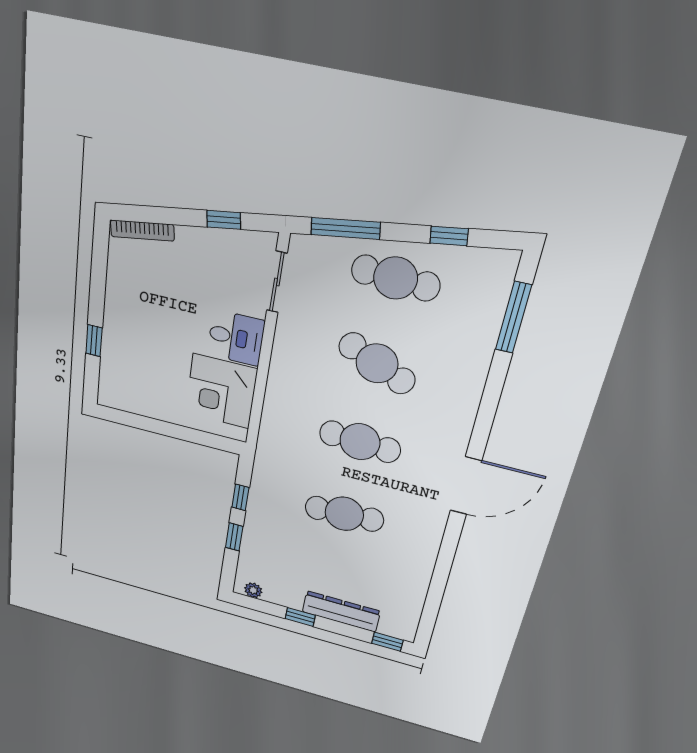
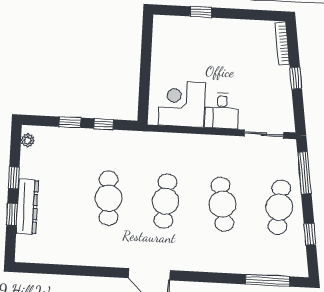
window: (224, 220) -> (296, 78), moved
cafe table: (377, 363) -> (222, 204), turned -33
window: (387, 642) -> (12, 214), moved

